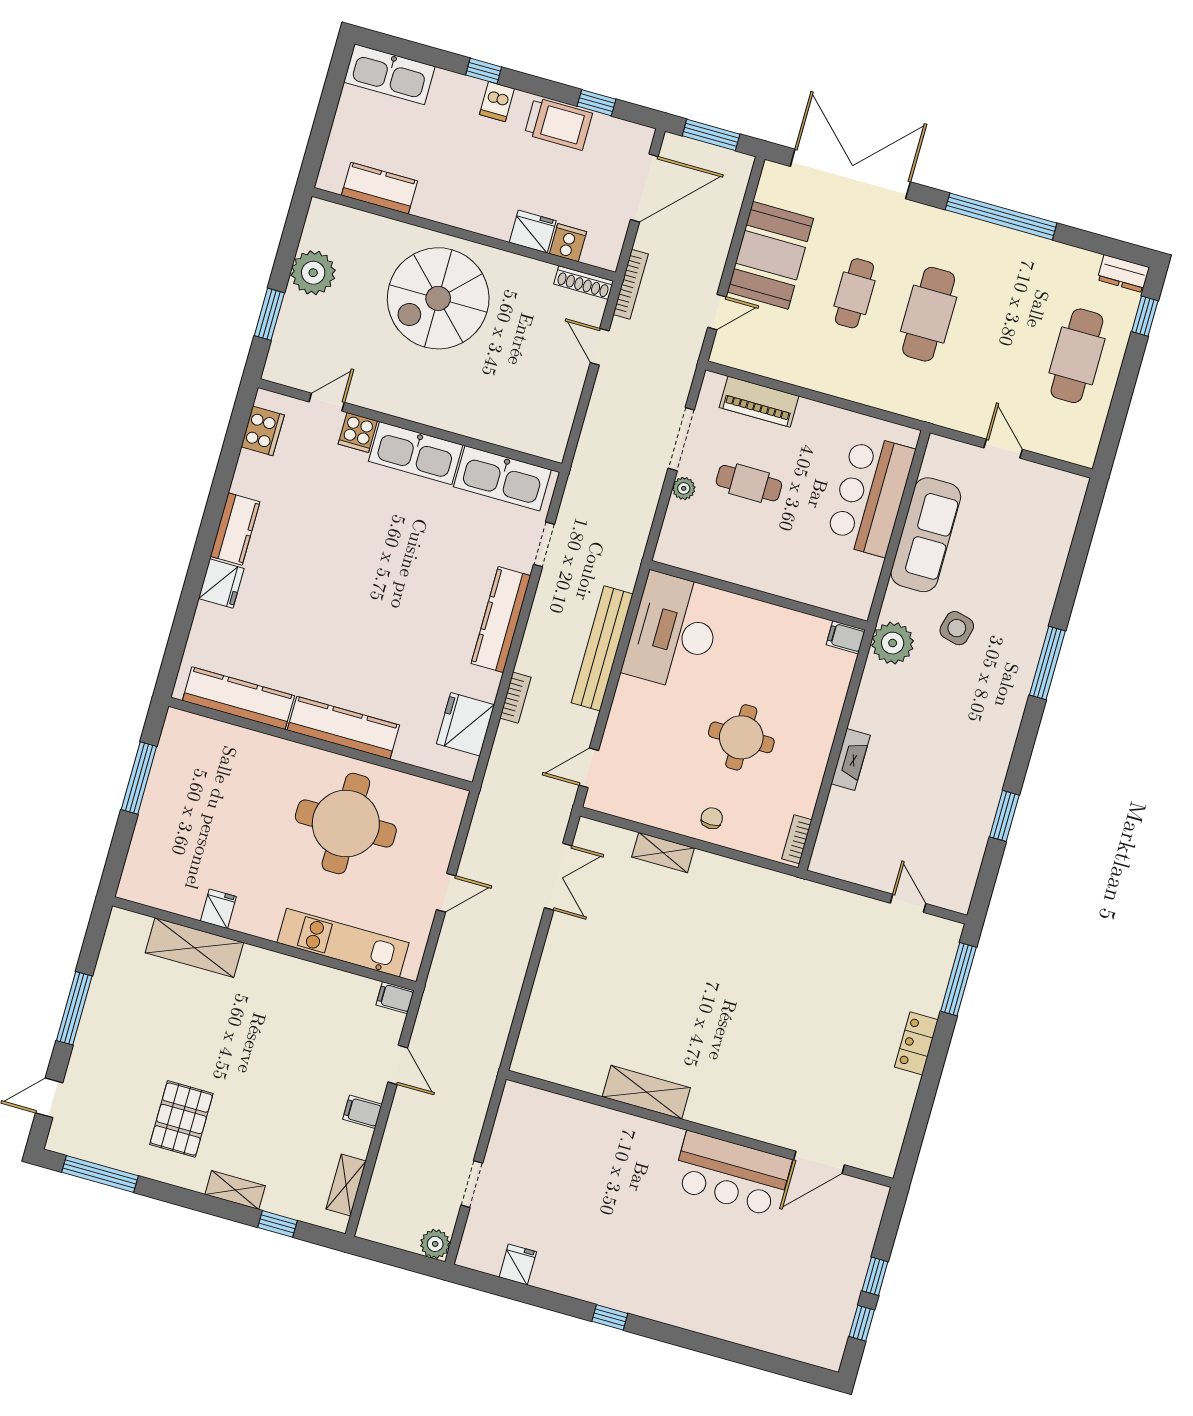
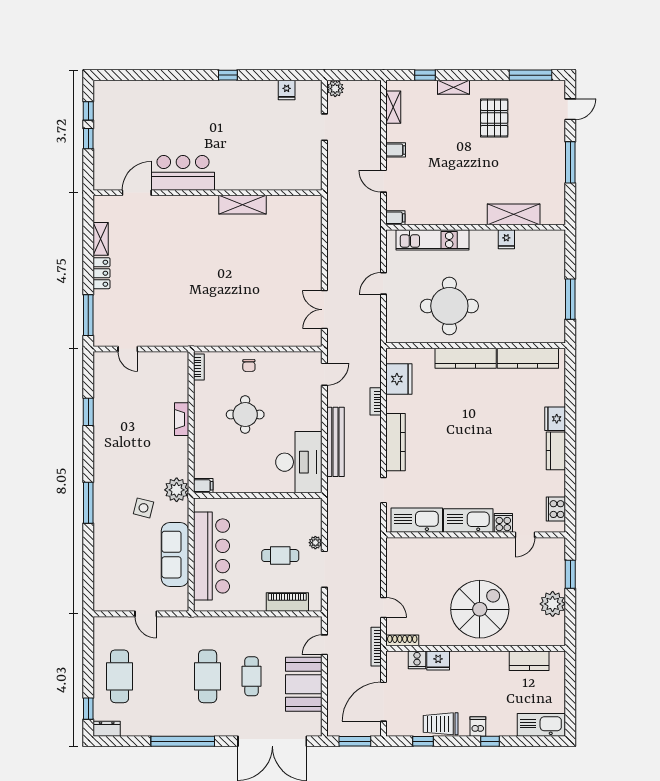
bar counter: (871, 495) -> (212, 556), width x1.36
shelving: (663, 852) -> (101, 239), moved, turned 90

